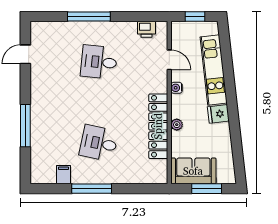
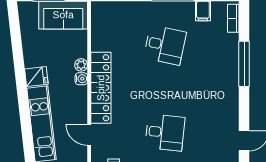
water cooler: (177, 88) -> (81, 79), moved
locker: (158, 126) -> (101, 88), moved
bookcase: (35, 168) -> (233, 18), added

